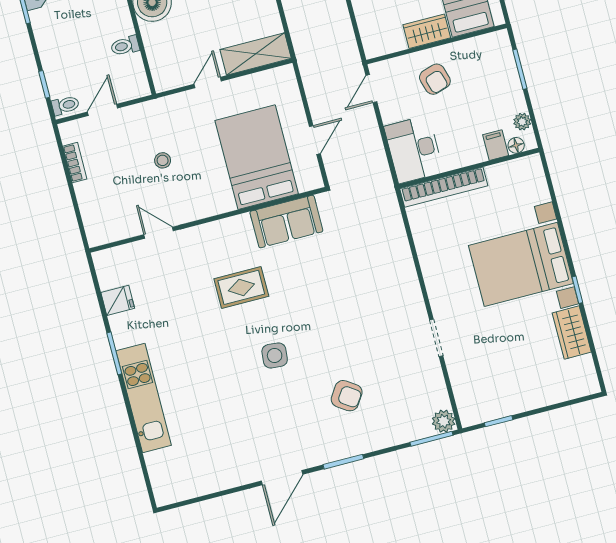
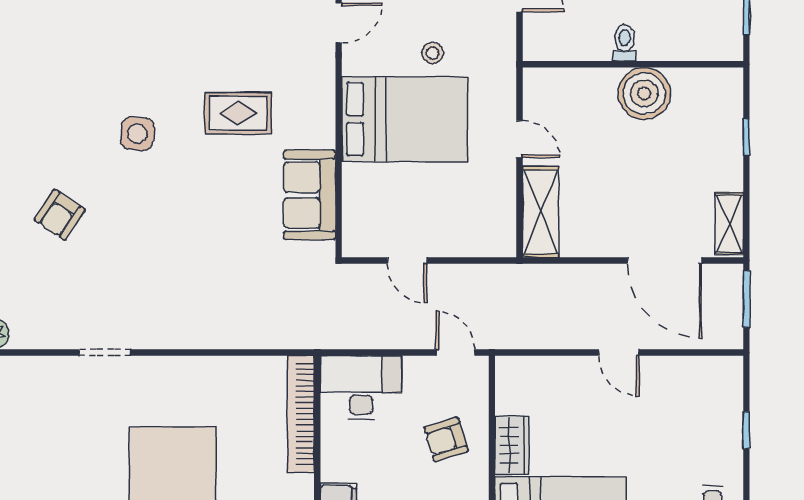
toilet: (125, 46) -> (625, 43), moved
bed: (257, 157) -> (405, 119), moved
rug: (241, 287) -> (238, 113), turned 90

